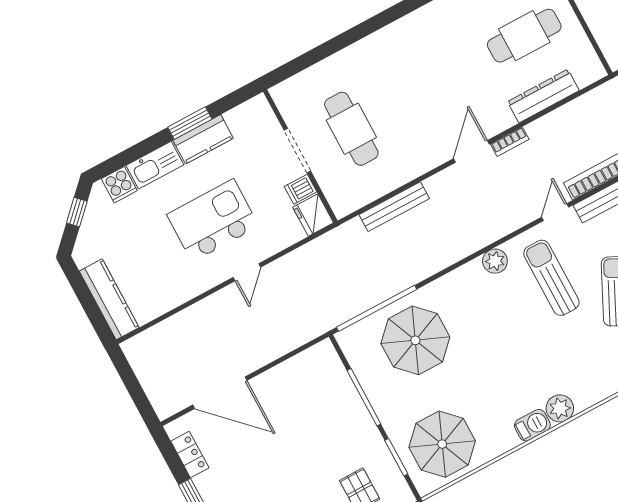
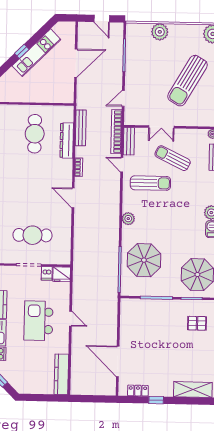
door: (471, 151) -> (73, 198), moved
bench: (394, 207) -> (81, 128), moved
plant: (495, 261) -> (128, 219), moved
sun lounger: (551, 278) -> (150, 183), turned 180
kitchen counter: (109, 299) -> (61, 374), moved, turned -90
door: (220, 393) -> (118, 361), swing flipped

